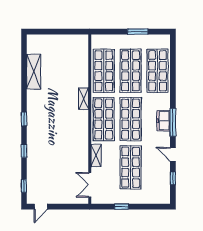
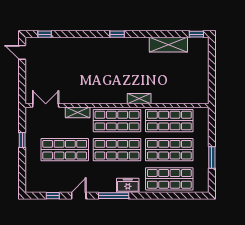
freezer: (163, 121) -> (128, 185), moved
window: (24, 151) -> (196, 34), moved

